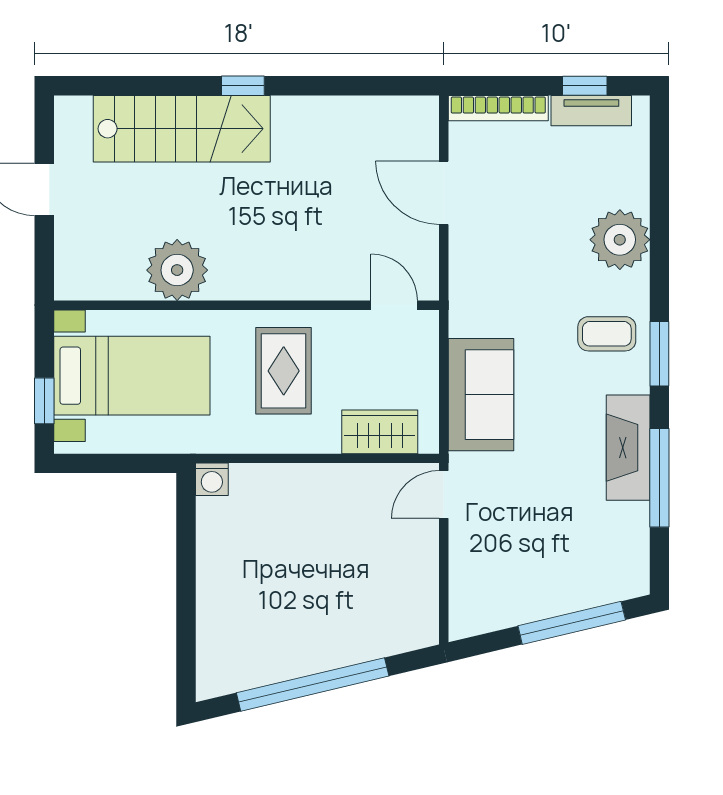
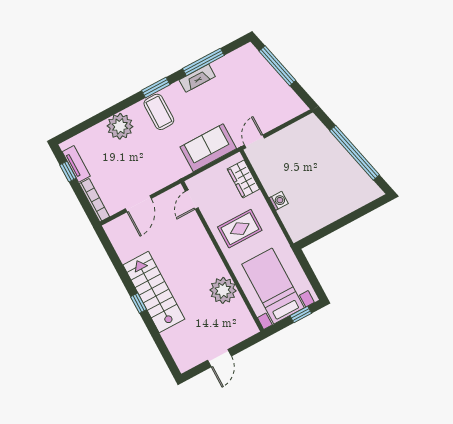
stairs: (182, 129) -> (154, 292), moved
coffee table: (607, 334) -> (159, 112), width x1.36, depth x1.30
fireplace: (628, 448) -> (197, 78), width x0.73, depth x0.76
washing machine: (212, 479) -> (279, 201), moved
door: (444, 495) -> (254, 141), swing flipped

